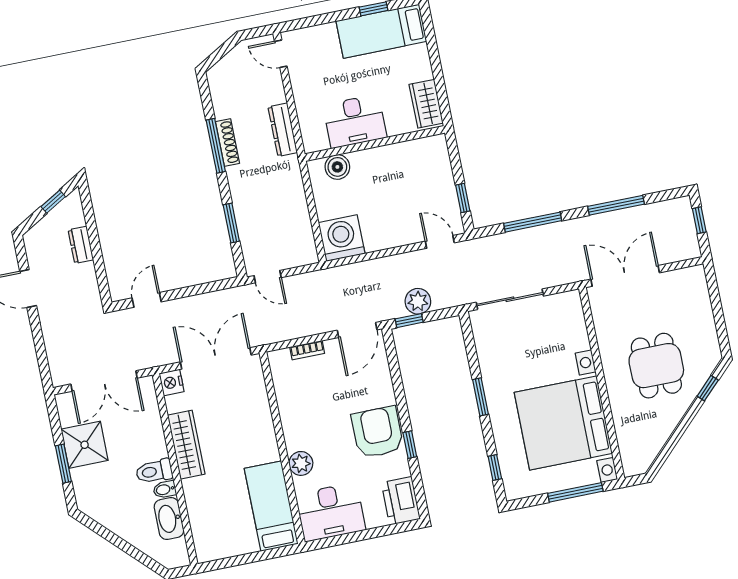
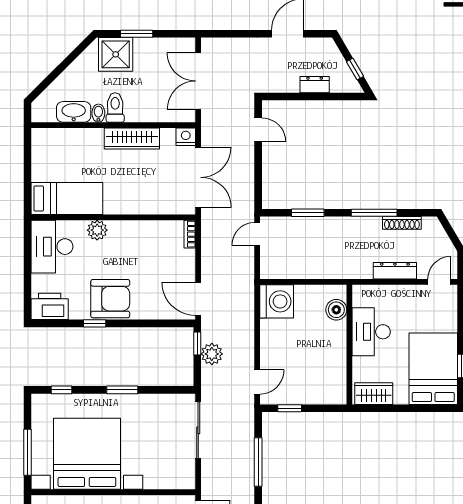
bed: (381, 31) -> (433, 369), width x1.50
dresser: (283, 130) -> (395, 271), moved
shoe rack: (227, 143) -> (402, 223), moved
bookcase: (307, 350) -> (190, 234), moved
shower: (85, 445) -> (116, 54), moved

